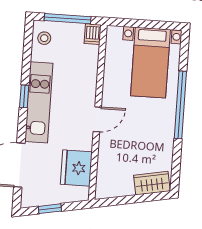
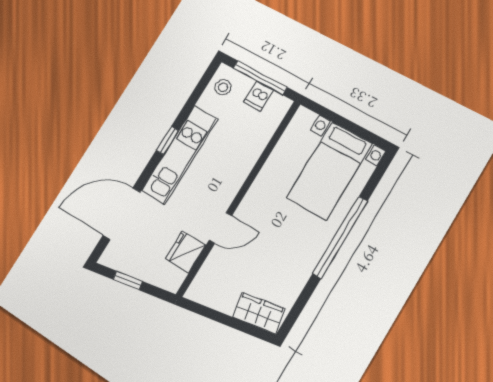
dishwasher: (93, 34) -> (258, 96), moved
door: (97, 119) -> (220, 228), moved
fridge: (76, 168) -> (185, 252), width x0.73, depth x0.75

